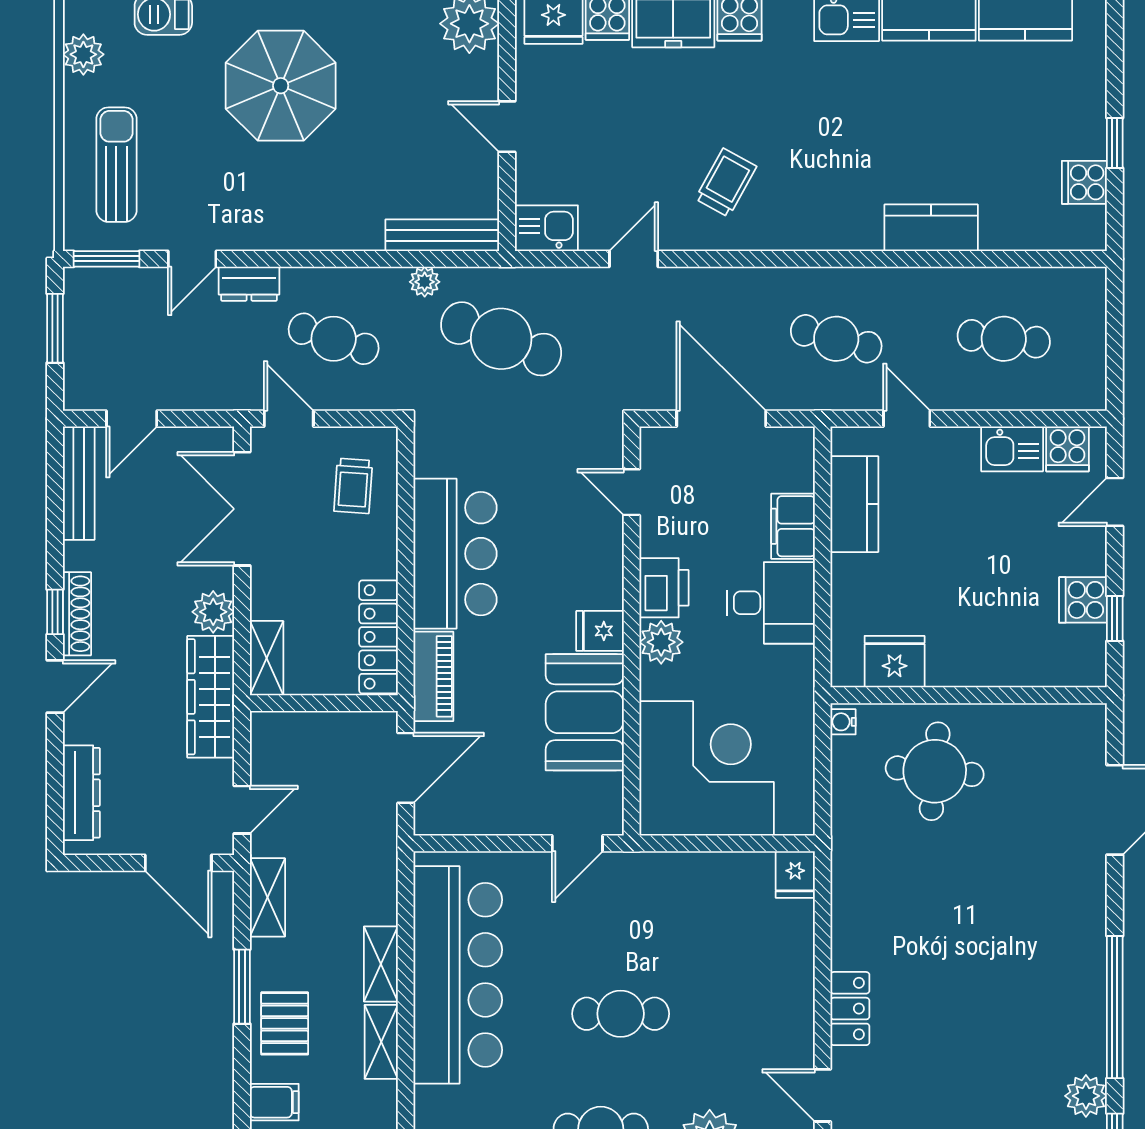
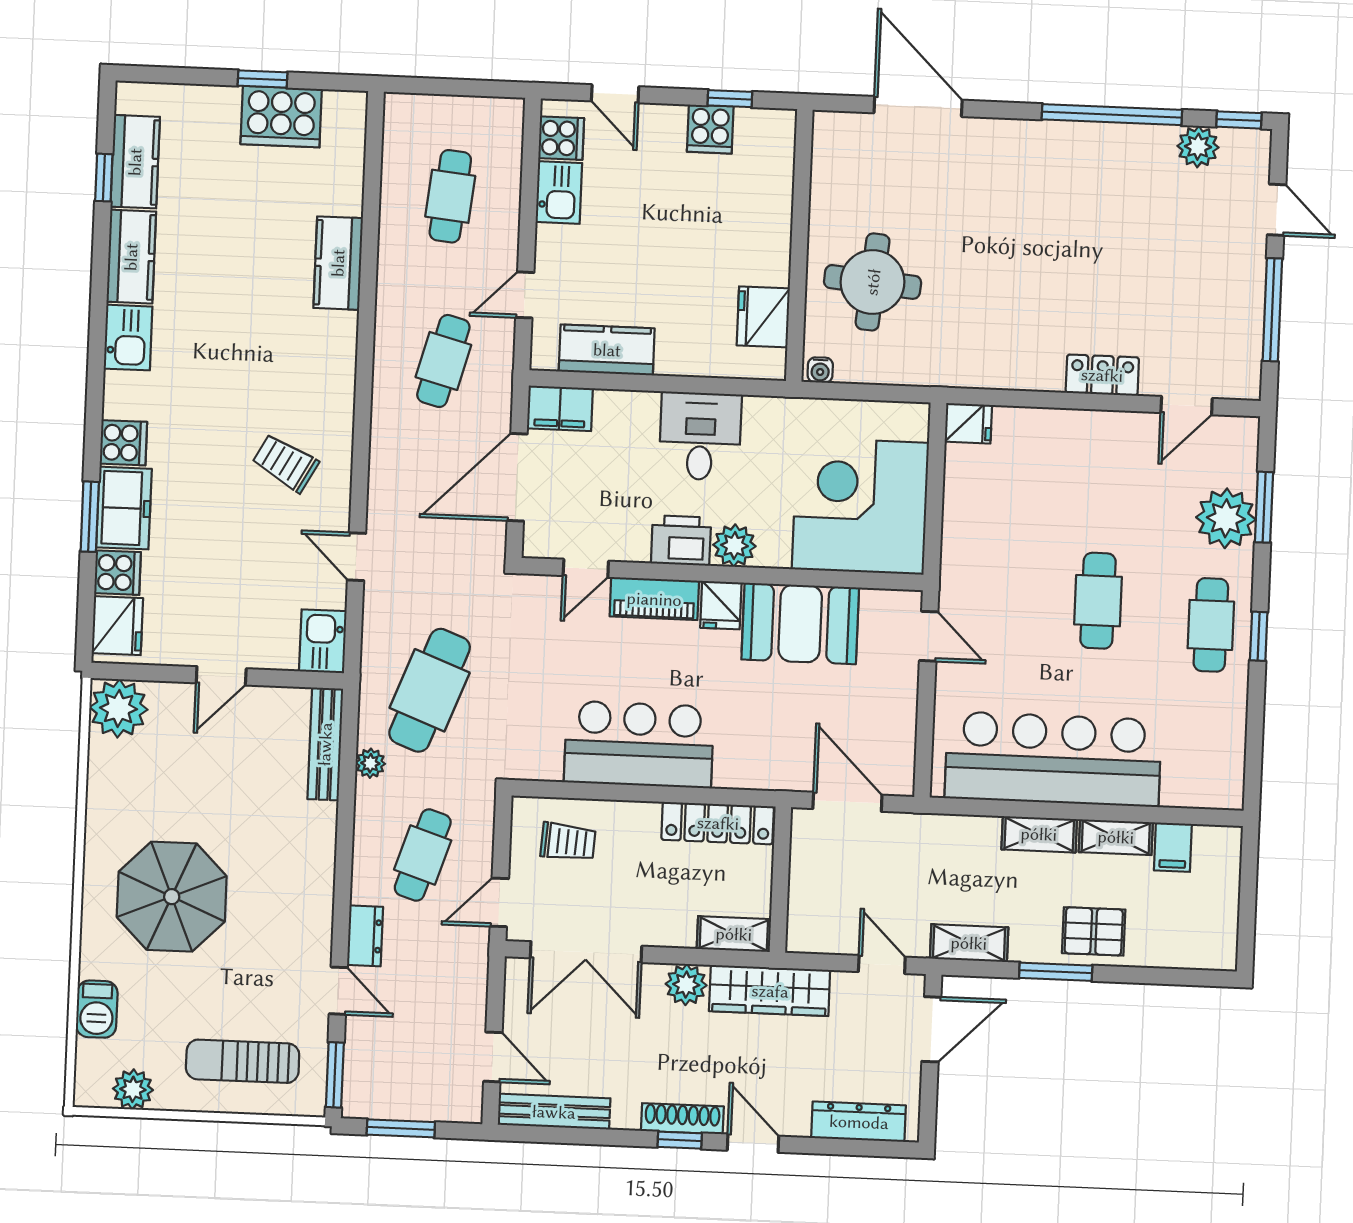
cooker: (1084, 182) -> (281, 117), width x1.87, depth x1.31
filing cabinet: (793, 526) -> (560, 408), moved
piano: (433, 676) -> (654, 599), moved, turned 180
filing cabinet: (274, 1102) -> (1173, 847), moved, turned 180

